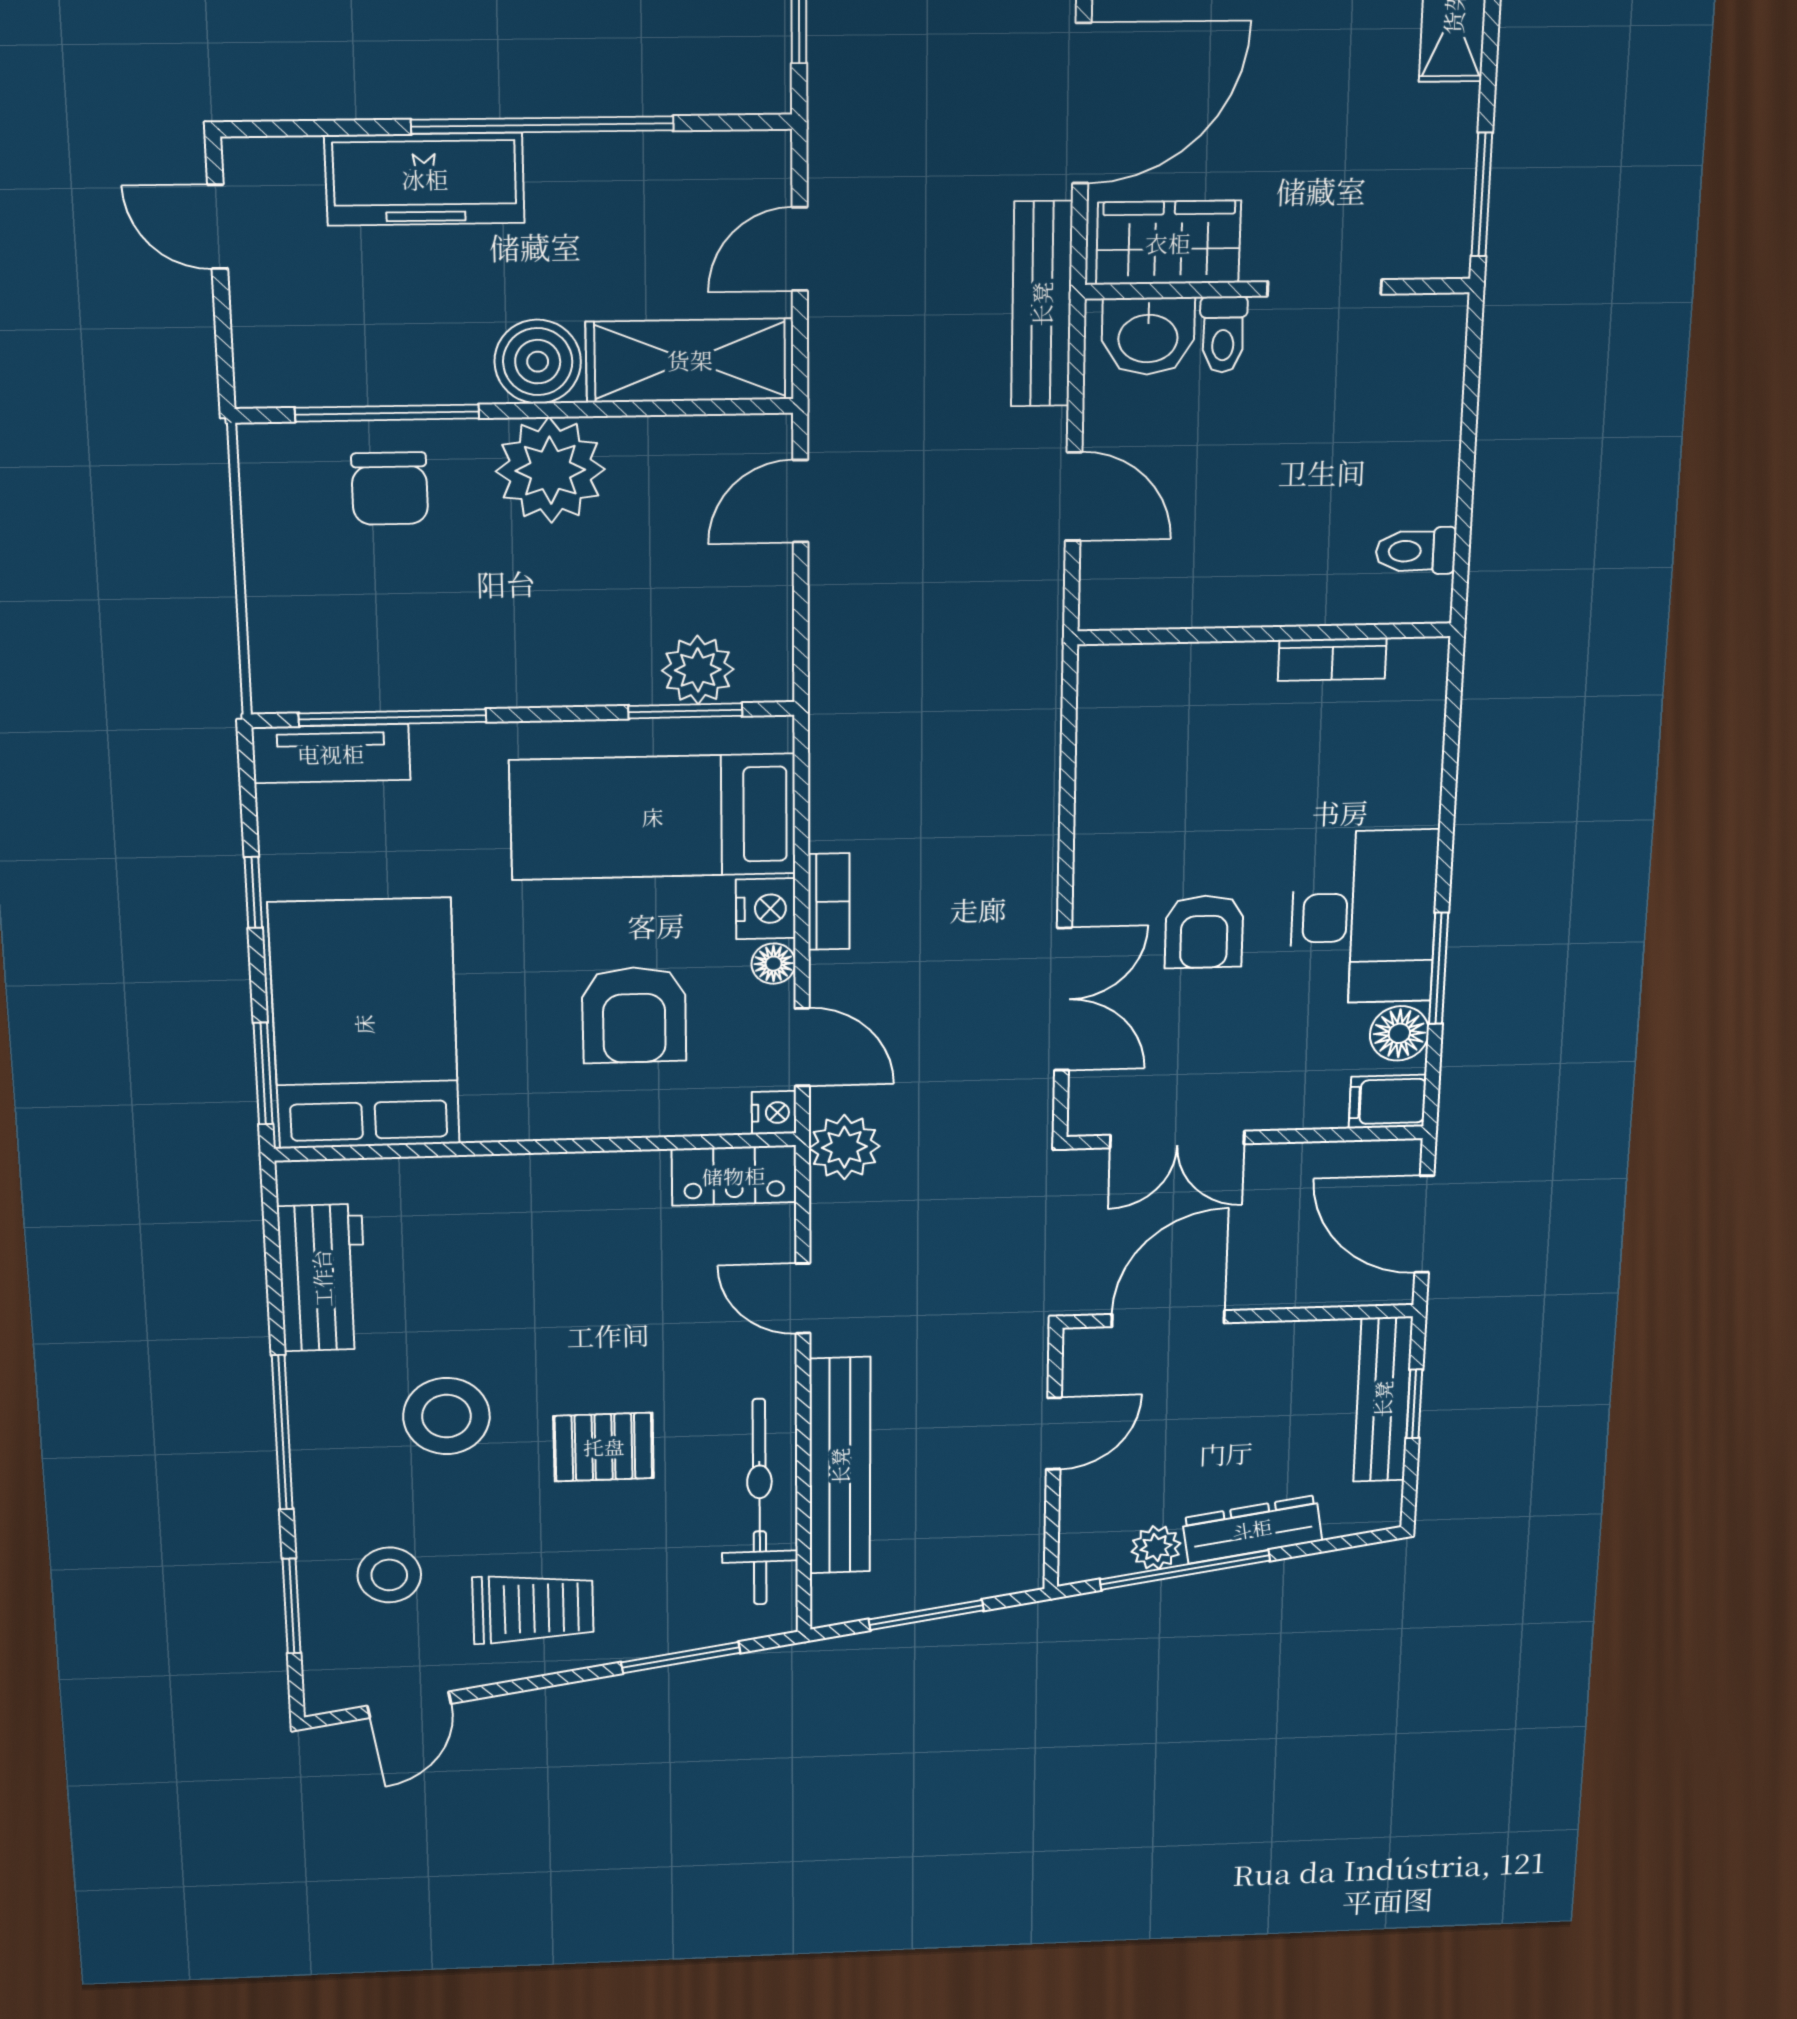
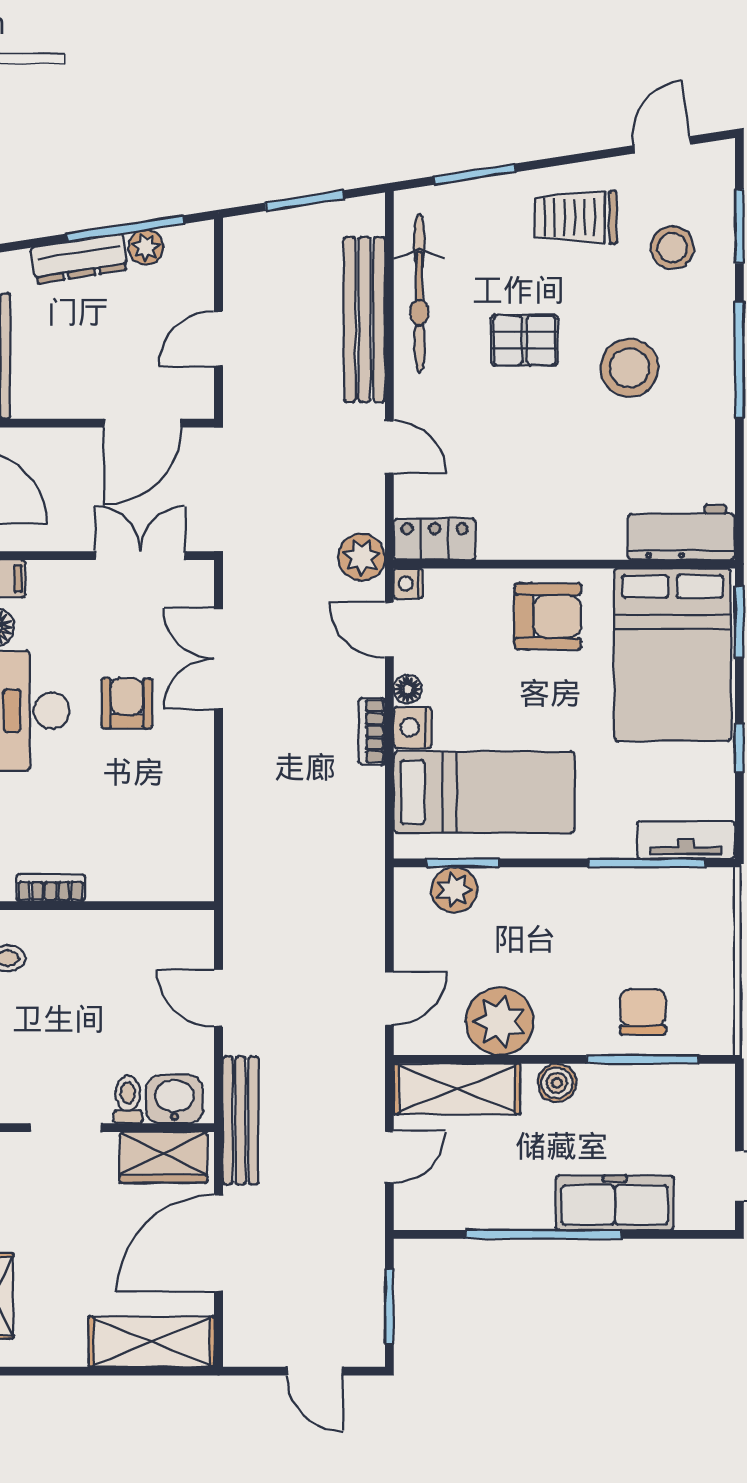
boiler: (538, 362) -> (557, 1083), width x0.73, depth x0.73
plant: (550, 470) -> (500, 1021), moved
armchair: (634, 1015) -> (548, 616), moved, turned 90
workbench: (322, 1278) -> (681, 532), moved, turned 90

